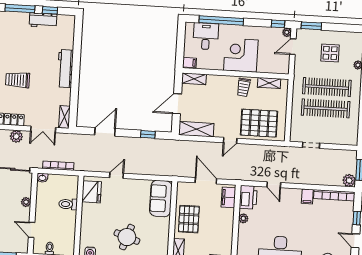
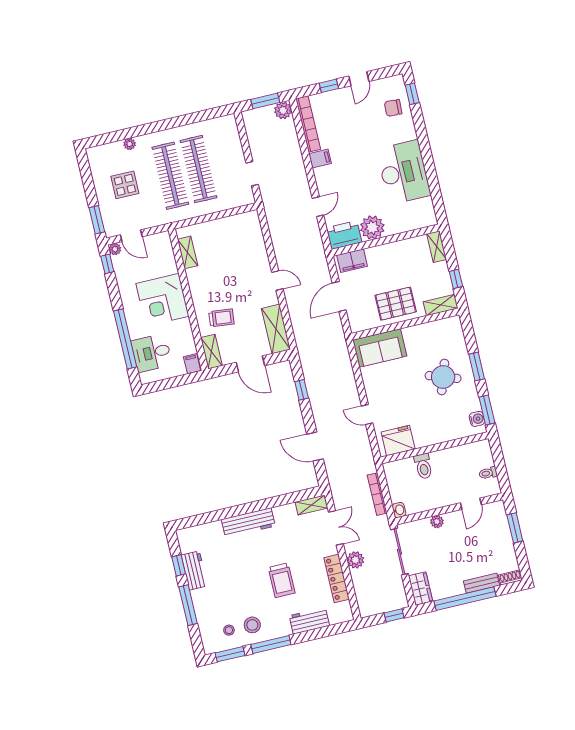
trolley: (243, 87) -> (221, 318), moved
pallet: (259, 123) -> (244, 250), removed
plant: (243, 218) -> (372, 228), width x1.87, depth x1.87

